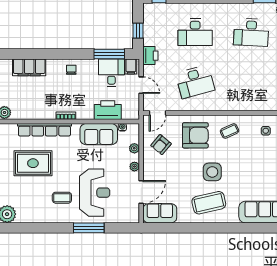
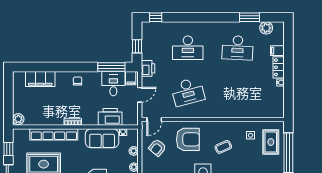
door: (141, 85) -> (140, 95), hinge flipped
coffee table: (230, 131) -> (223, 147), moved

